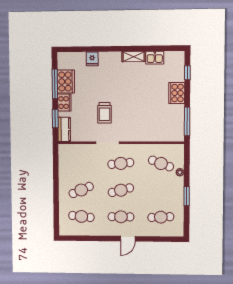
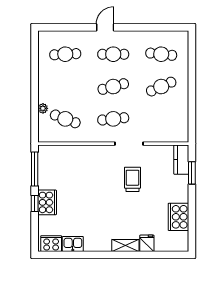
shelving: (134, 57) -> (125, 245), moved
window: (187, 73) -> (35, 204), moved
window: (55, 84) -> (192, 214), removed
cooker: (64, 103) -> (51, 244), moved, turned 90
window: (187, 196) -> (35, 80), removed

